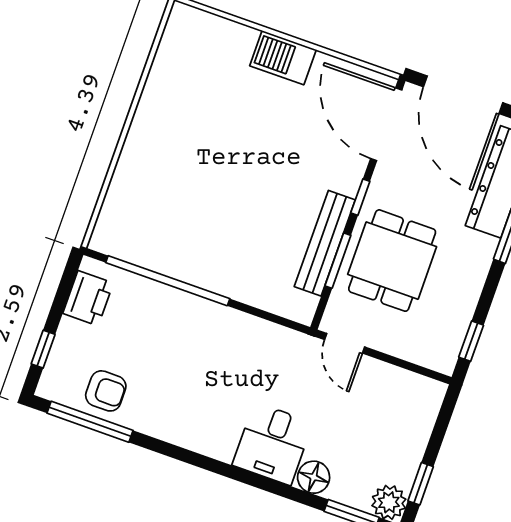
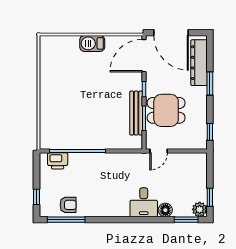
door: (386, 124) -> (144, 56), hinge flipped
dining table: (392, 261) -> (166, 110), turned 90
printer: (88, 298) -> (58, 161), moved, turned 90
door: (345, 343) -> (159, 151), hinge flipped

